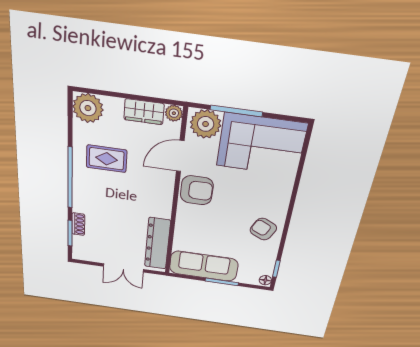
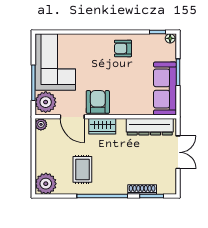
wardrobe: (144, 112) -> (102, 126), moved, turned 90
shoe rack: (78, 224) -> (142, 190), width x1.43
armchair: (263, 229) -> (123, 48), turned 64

